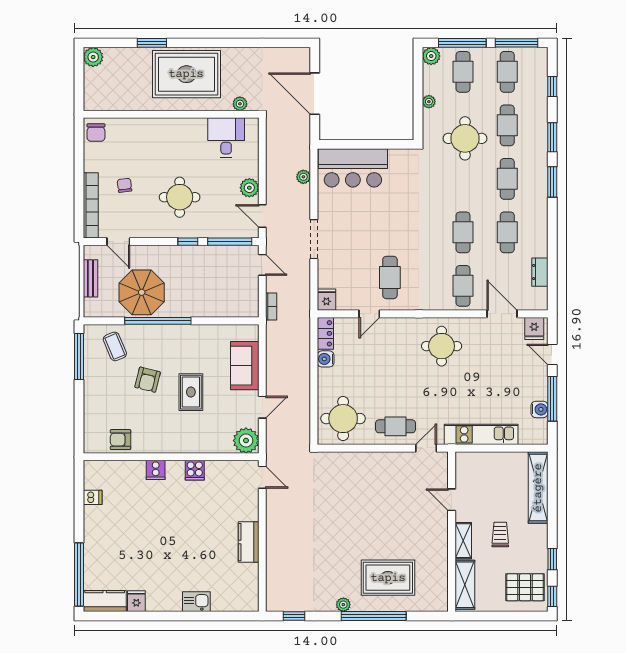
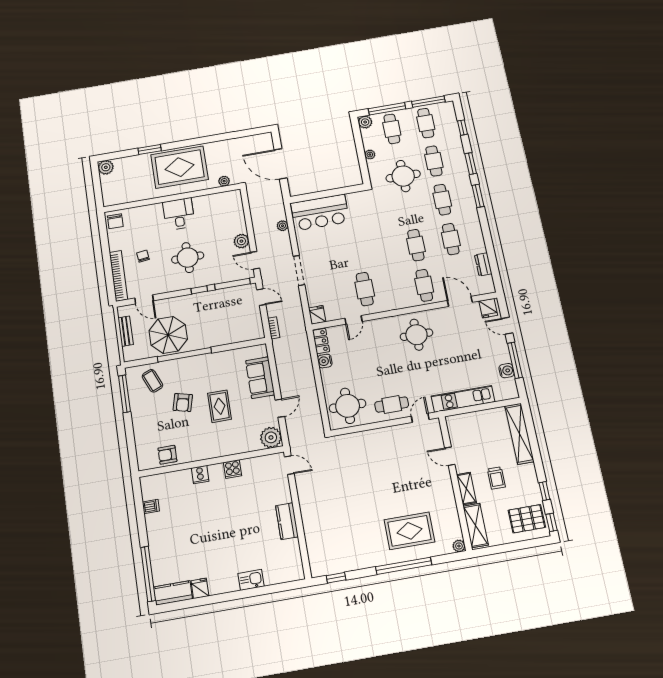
desk: (226, 137) -> (179, 214), moved
trolley: (500, 535) -> (496, 478), turned 180
plant: (343, 605) -> (459, 546), moved

